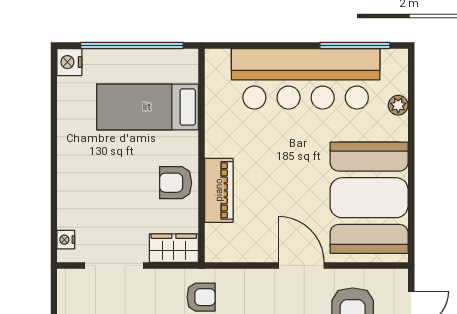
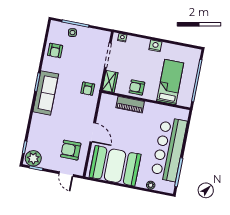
nightstand: (69, 62) -> (155, 46), moved
armchair: (176, 183) -> (137, 87), turned -90
door: (301, 265) -> (93, 132), hinge flipped

